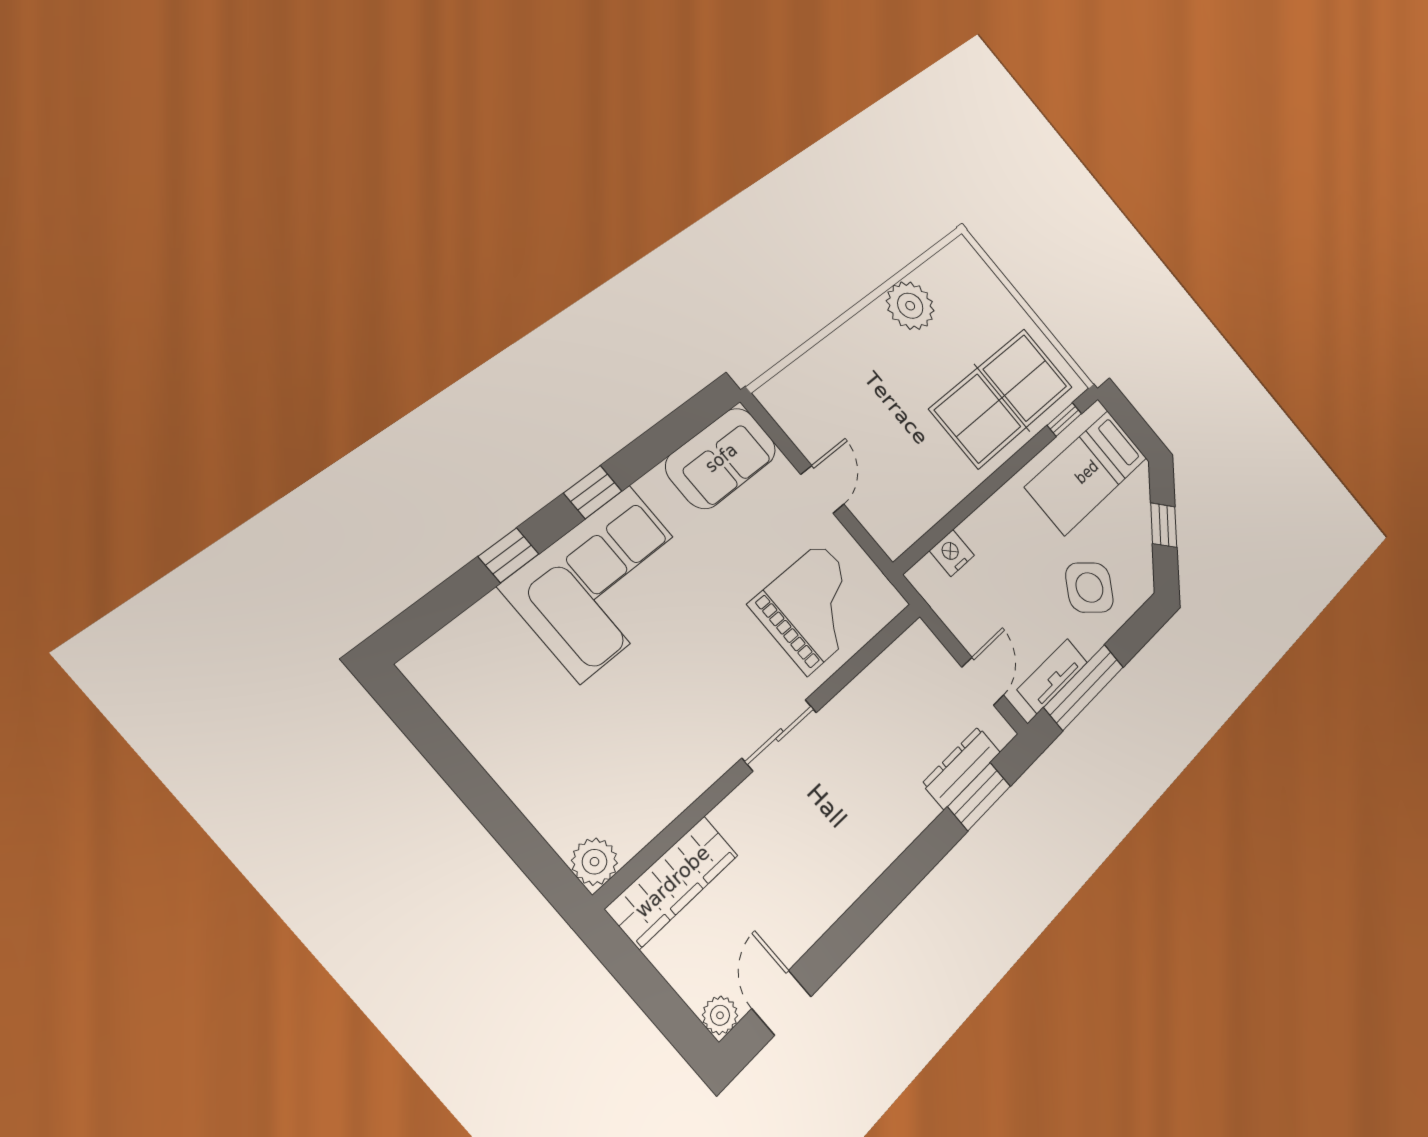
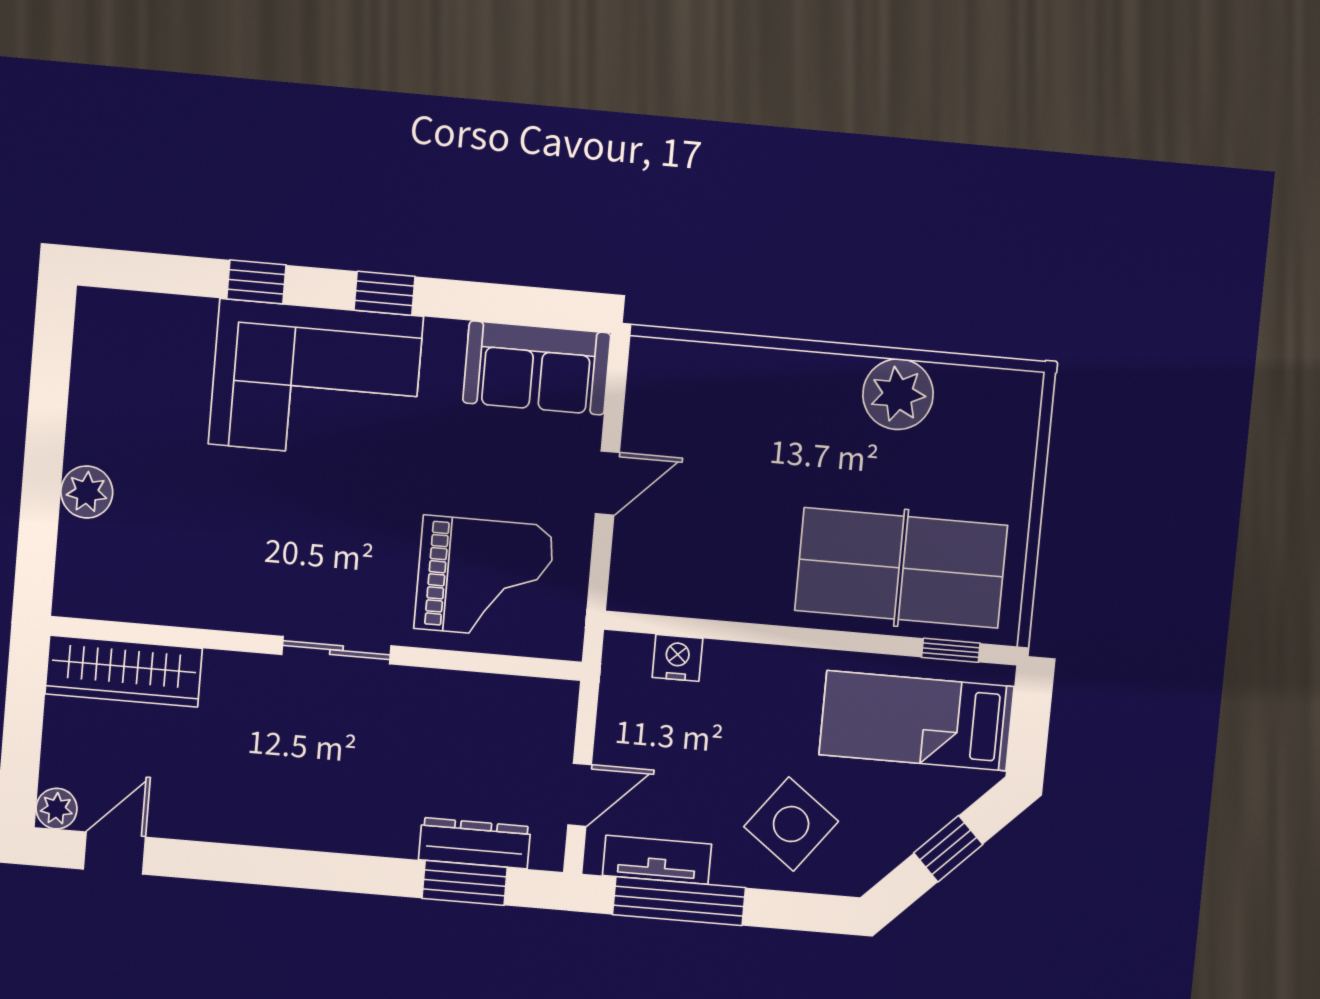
plant: (594, 862) -> (87, 492), moved

